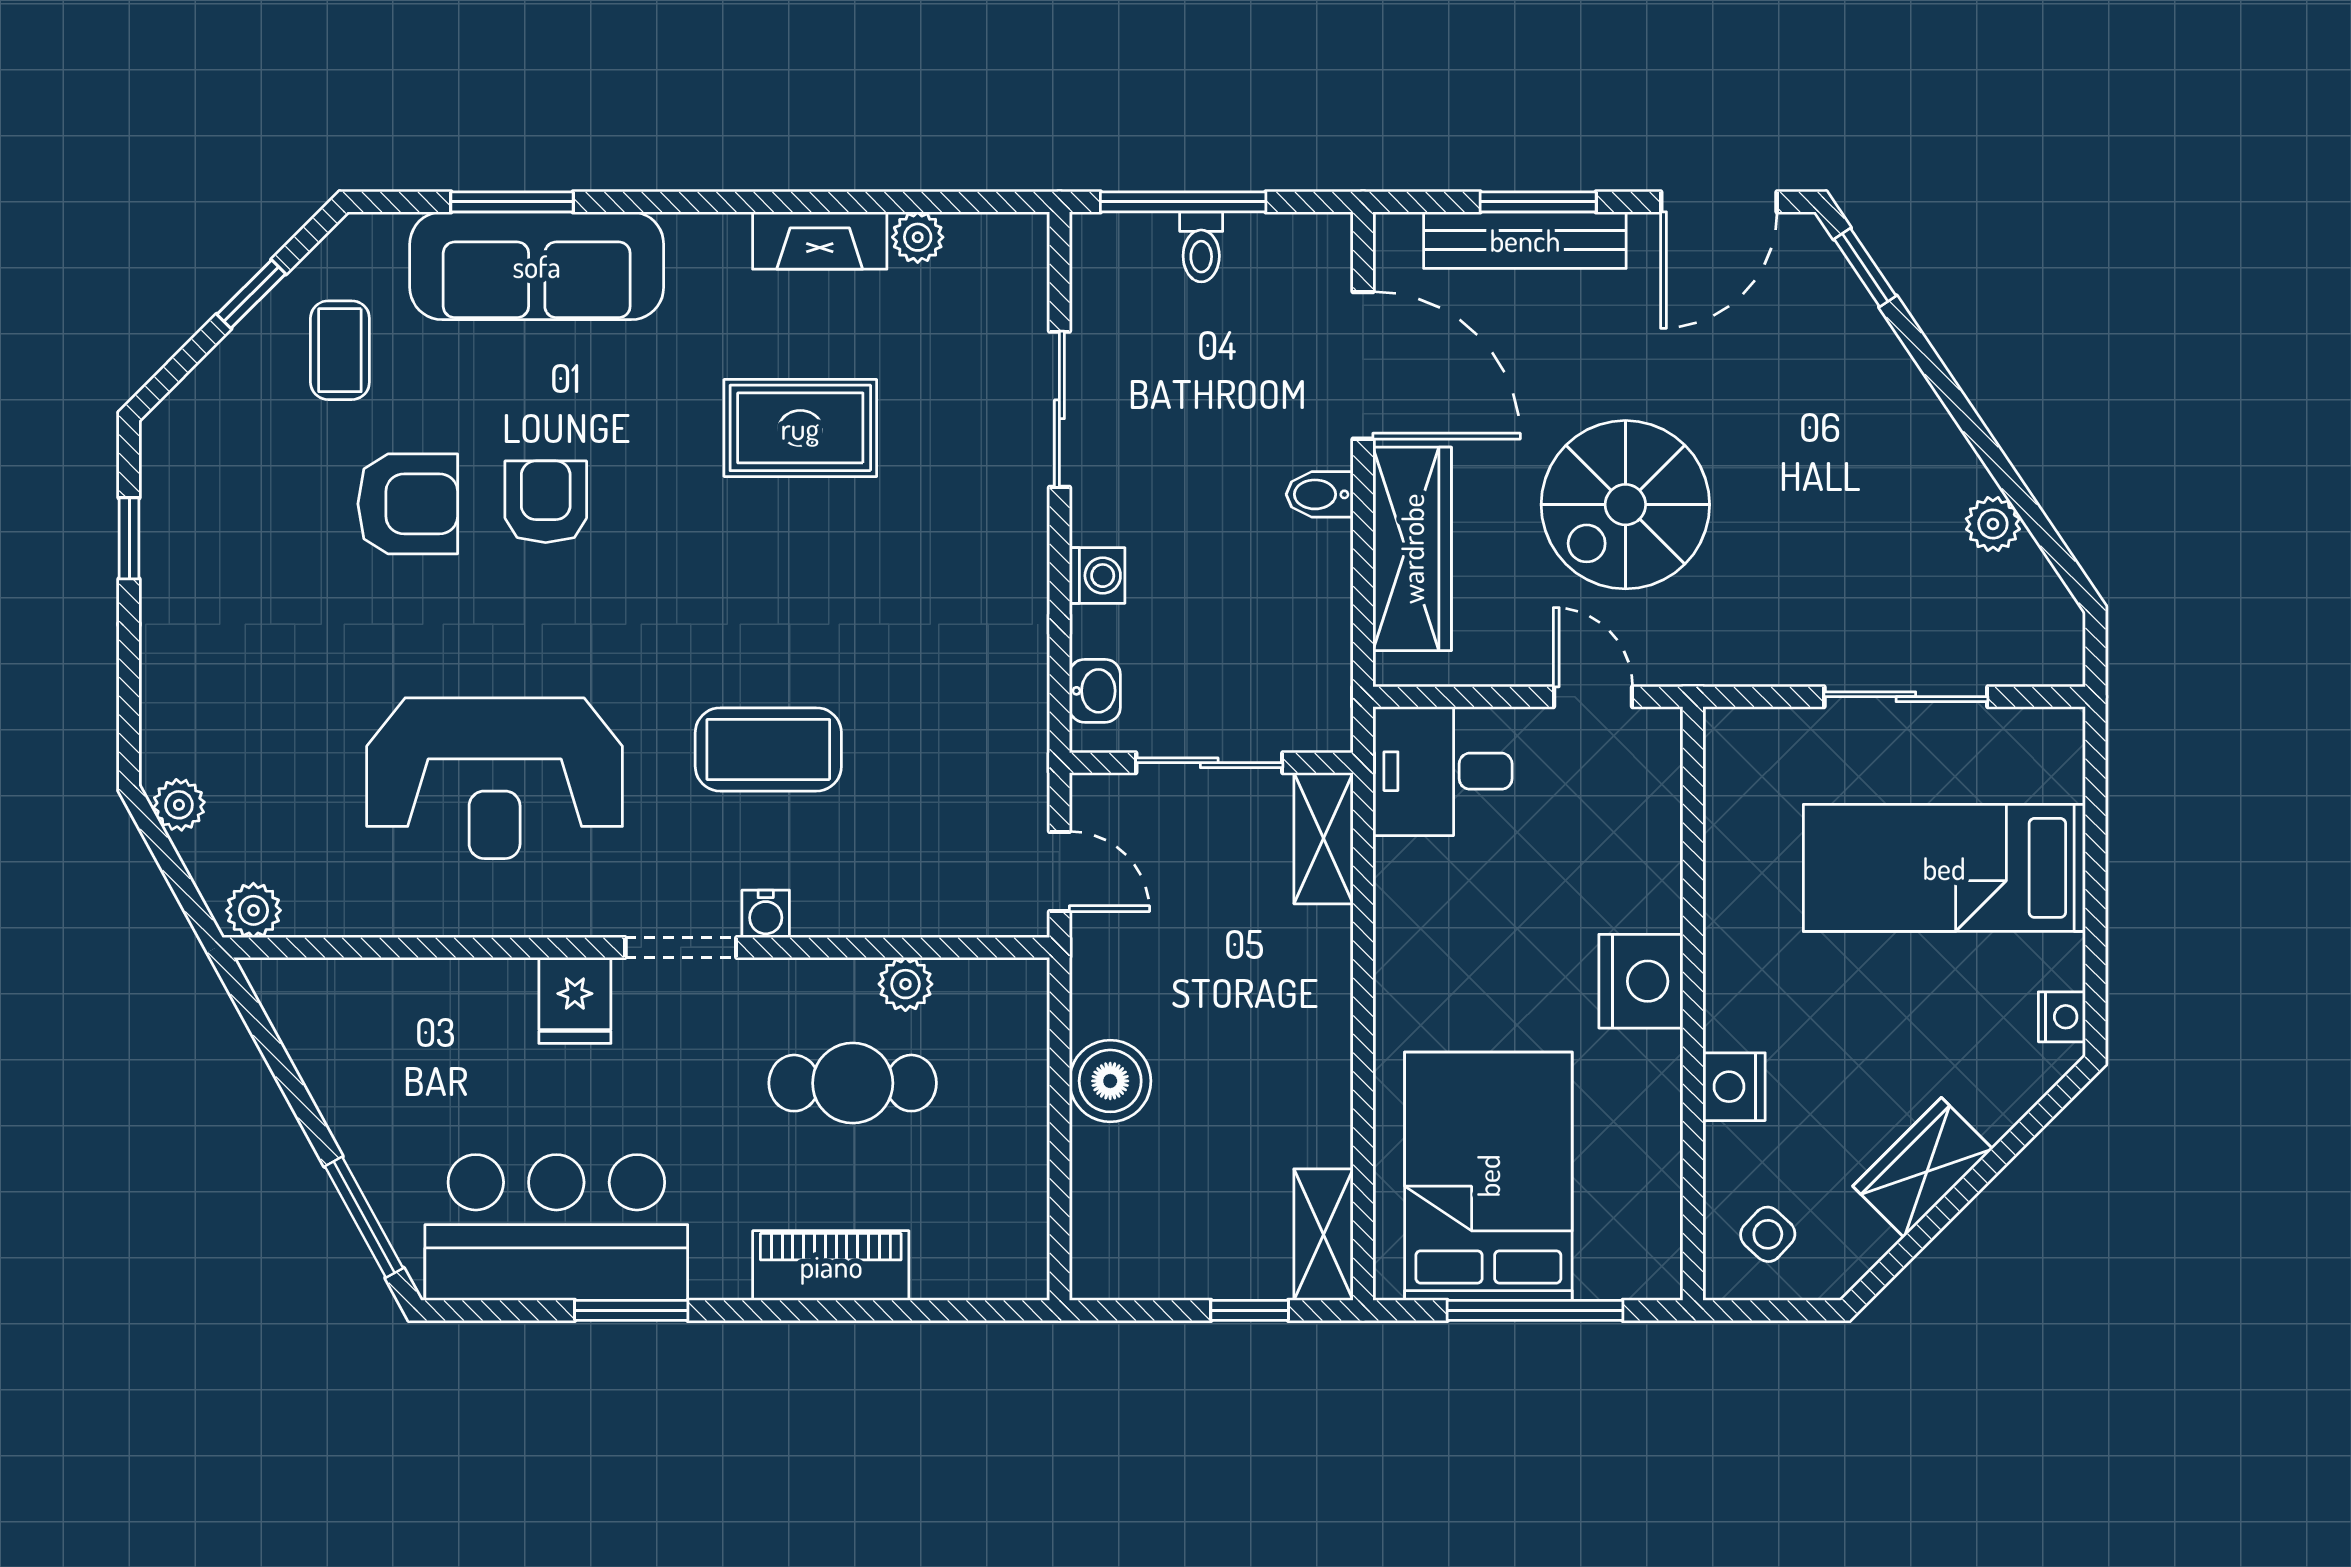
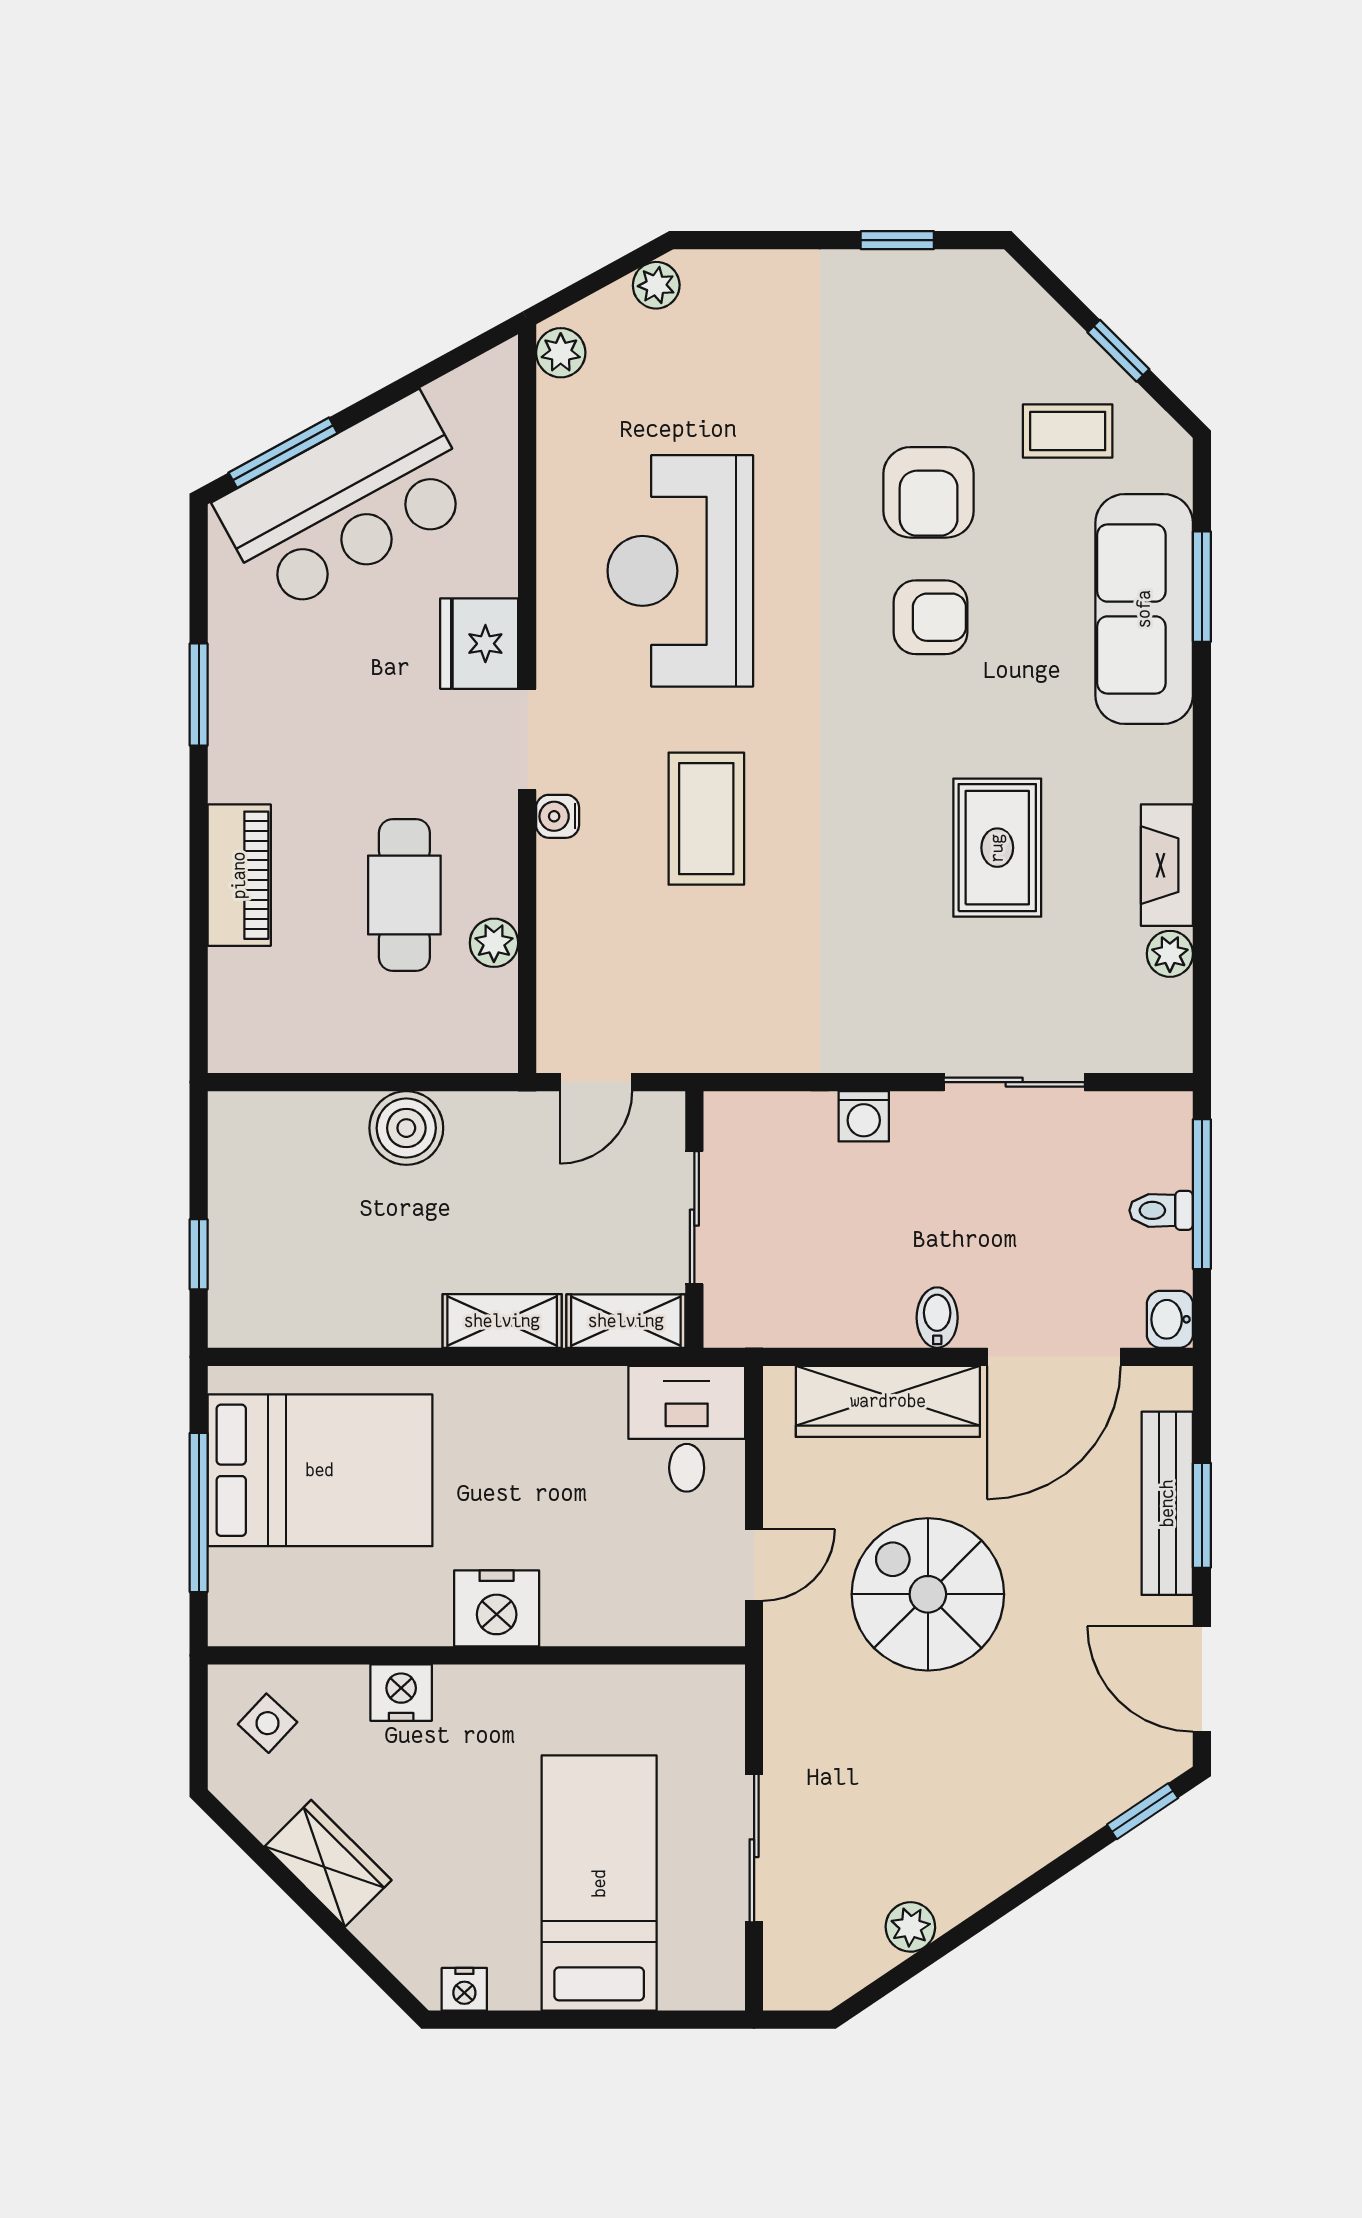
washbasin: (1095, 691) -> (1170, 1319), moved, turned 90
fridge: (575, 1000) -> (479, 644), width x1.38
bar counter: (556, 1228) -> (347, 503), moved, turned 61
shelving: (1323, 1235) -> (502, 1321), moved

